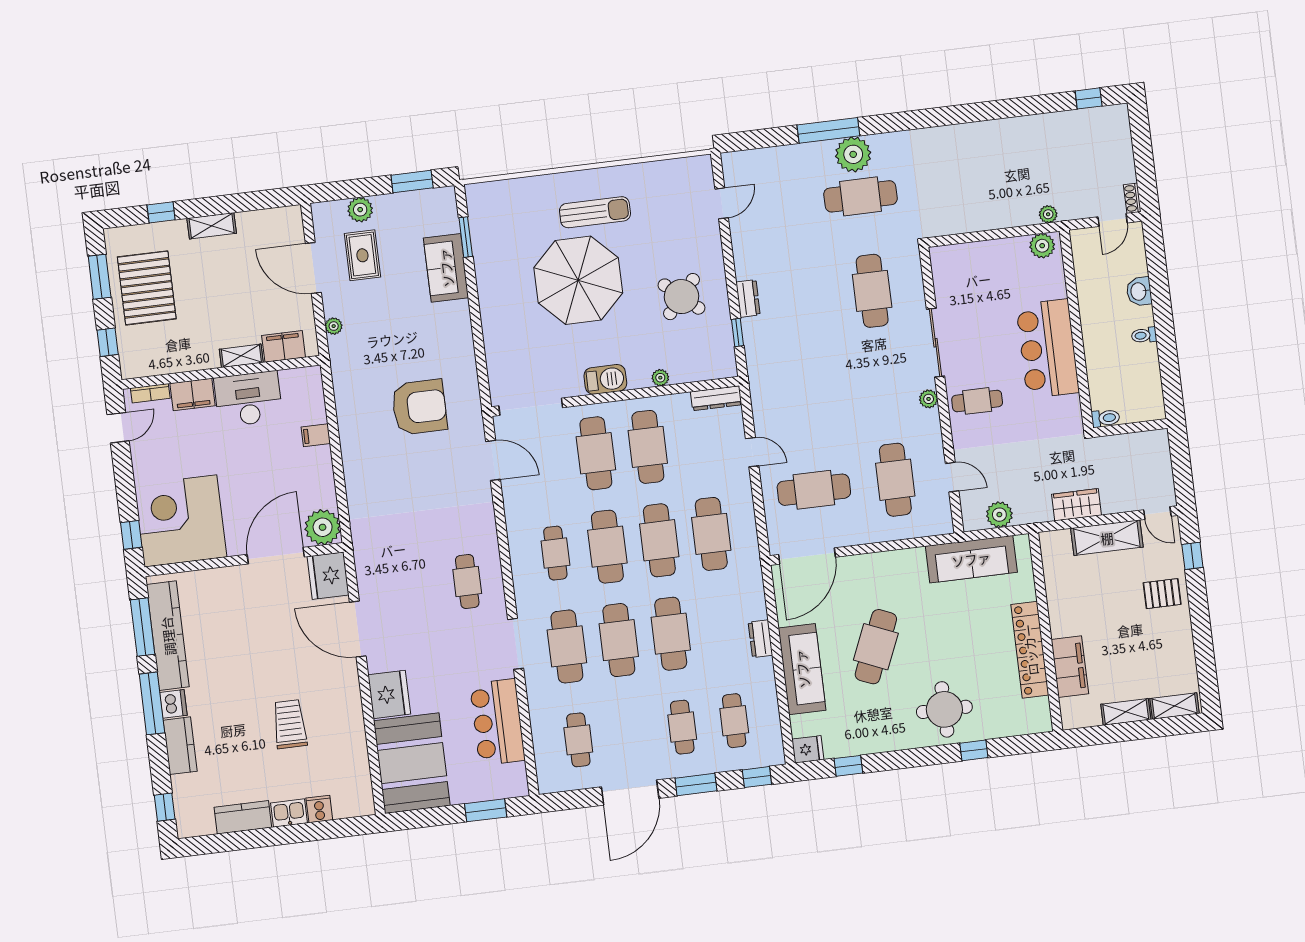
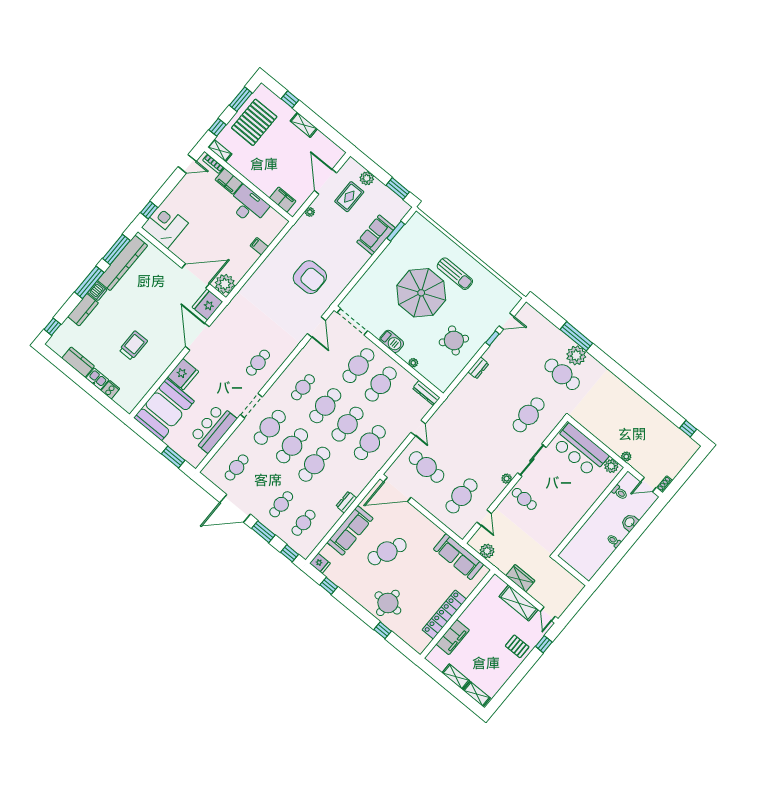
window: (737, 333) -> (492, 338), moved
bar counter: (1048, 349) -> (580, 450), moved, turned -90
shelving: (241, 356) -> (220, 151), moved
toilet: (1106, 418) -> (620, 492), moved
corner desk: (180, 521) -> (165, 225), width x0.74, depth x0.74

